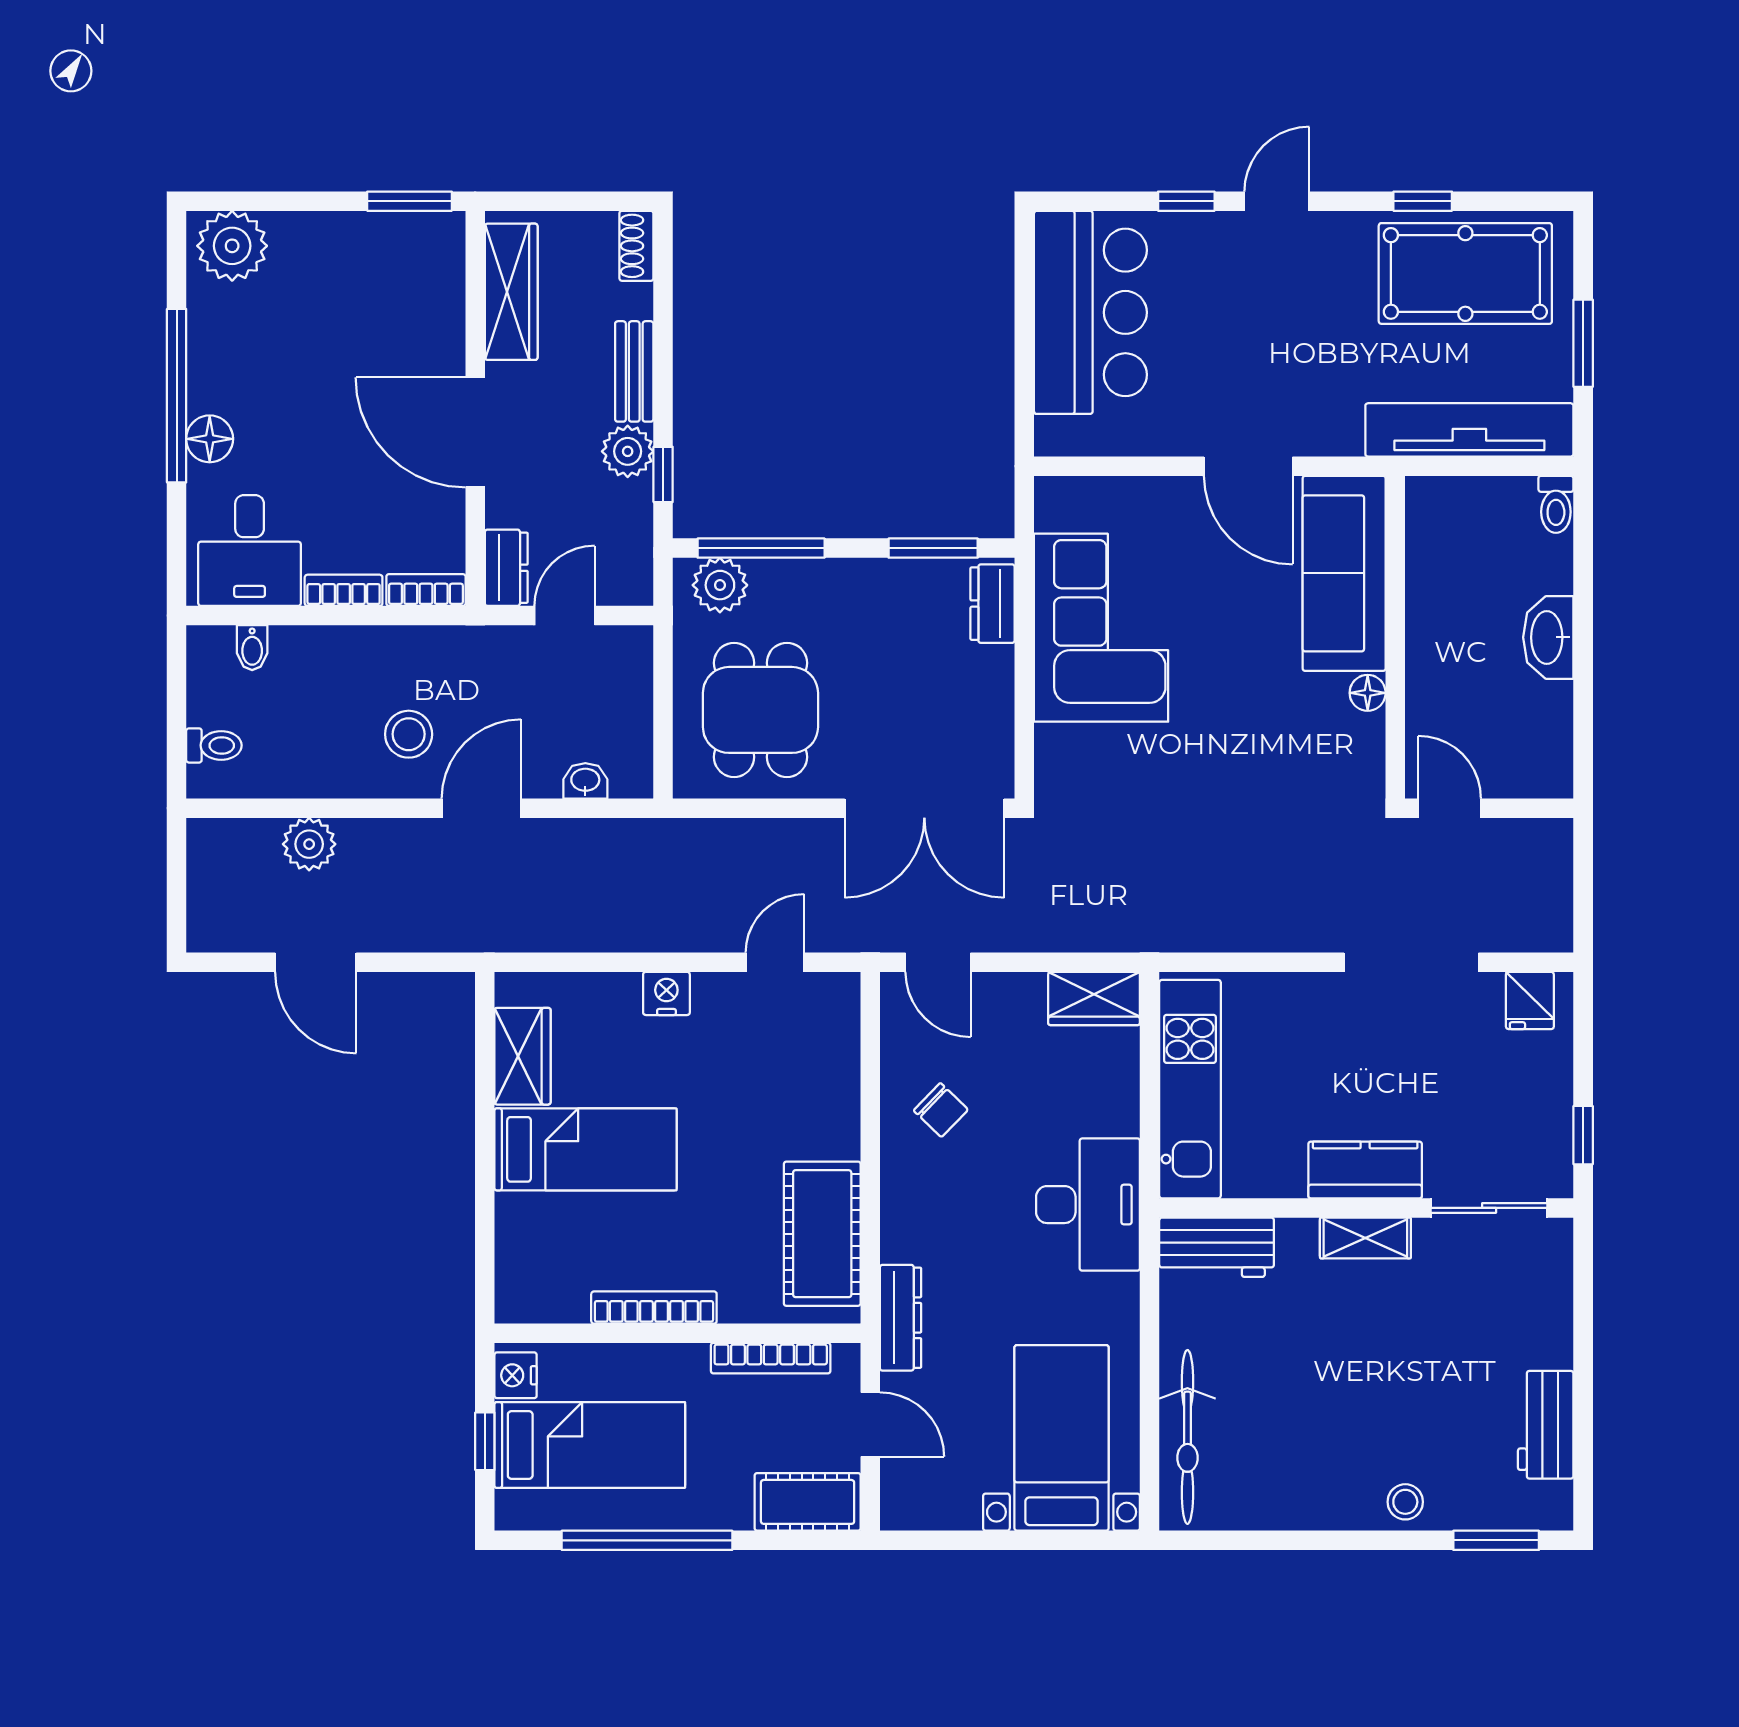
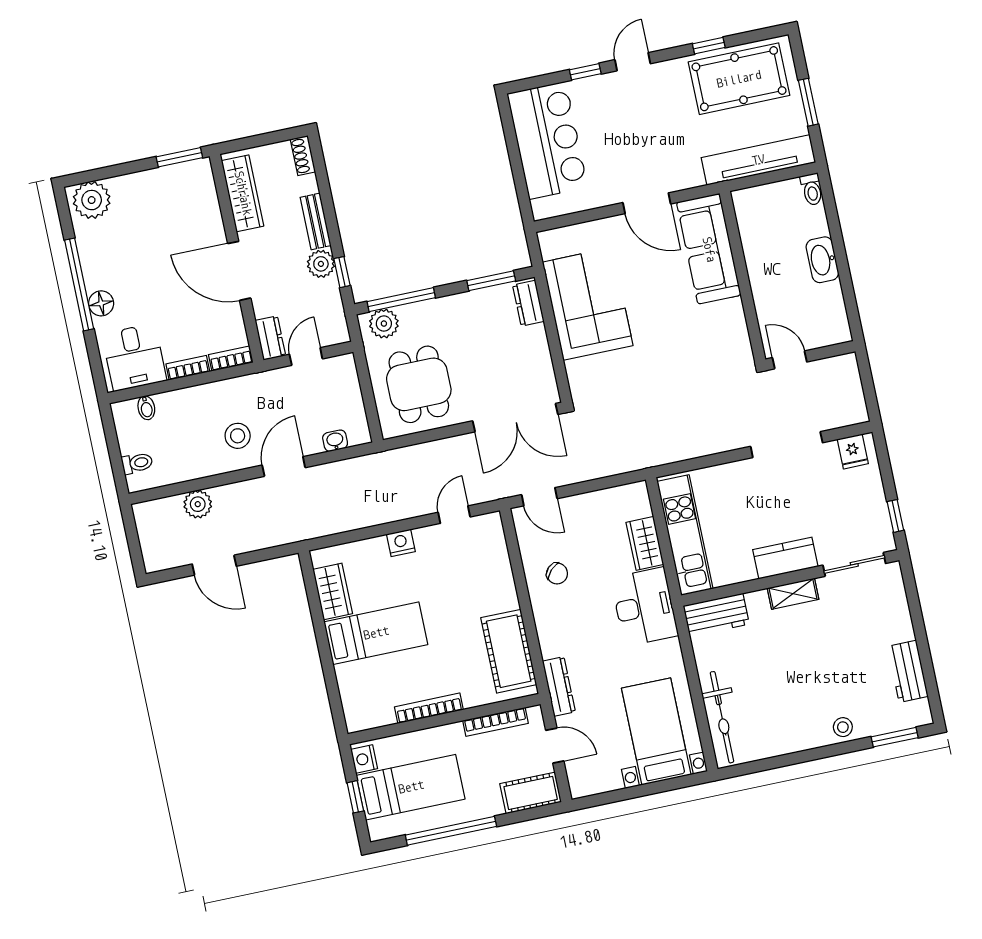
floor lamp: (1368, 693) -> (734, 309), removed
wardrobe: (1094, 999) -> (645, 543), moved, turned 90

